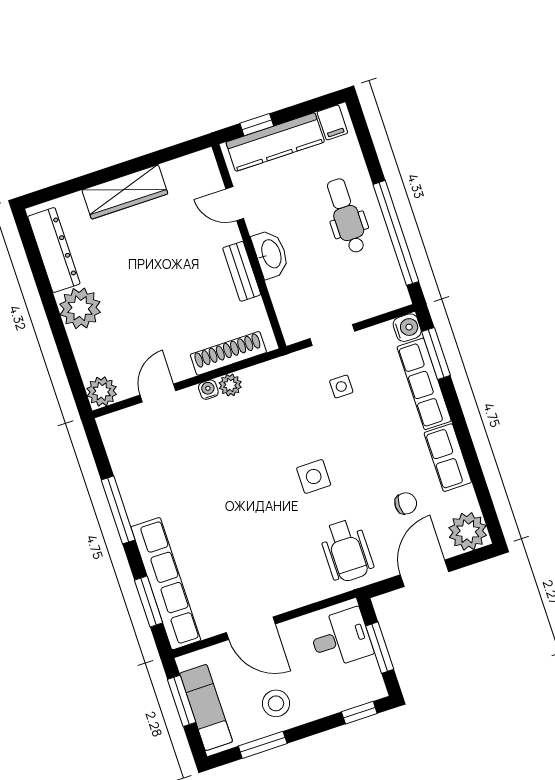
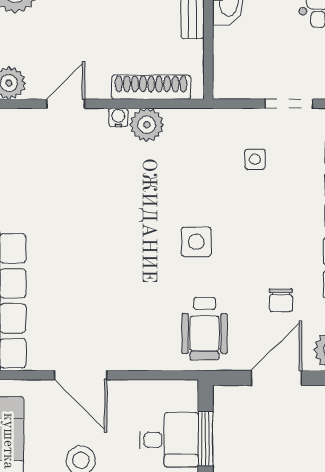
doorway: (332, 335) -> (289, 104), moved
plant: (230, 385) -> (147, 125), width x1.38, depth x1.38
chair: (406, 503) -> (281, 300), turned 90
desk: (341, 638) -> (169, 440), moved

